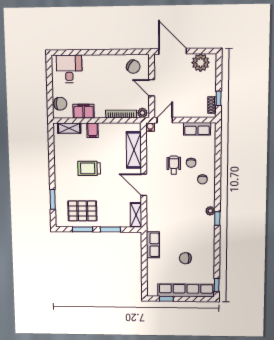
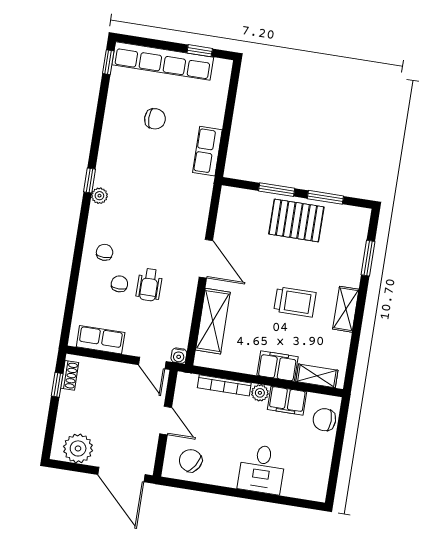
desk: (69, 69) -> (262, 469), moved
plant: (142, 113) -> (260, 393), moved
door: (165, 120) -> (152, 363), hinge flipped
filing cabinet: (93, 130) -> (277, 366), width x2.00
pallet: (82, 211) -> (296, 220), moved
shelving: (136, 215) -> (346, 309), moved

